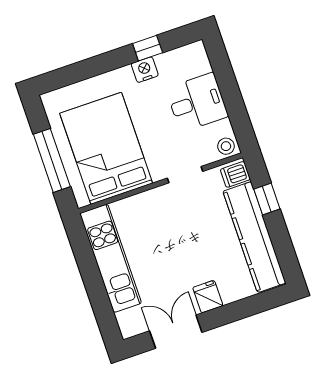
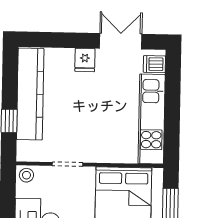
dishwasher: (235, 174) -> (154, 64), moved, turned 180
double door: (176, 332) -> (121, 41), swing flipped

